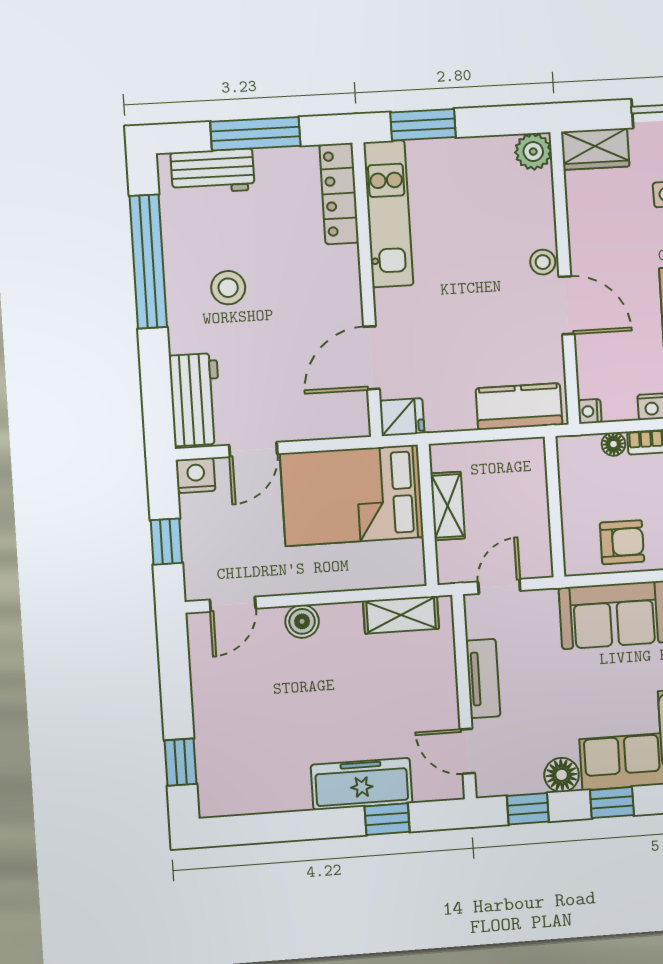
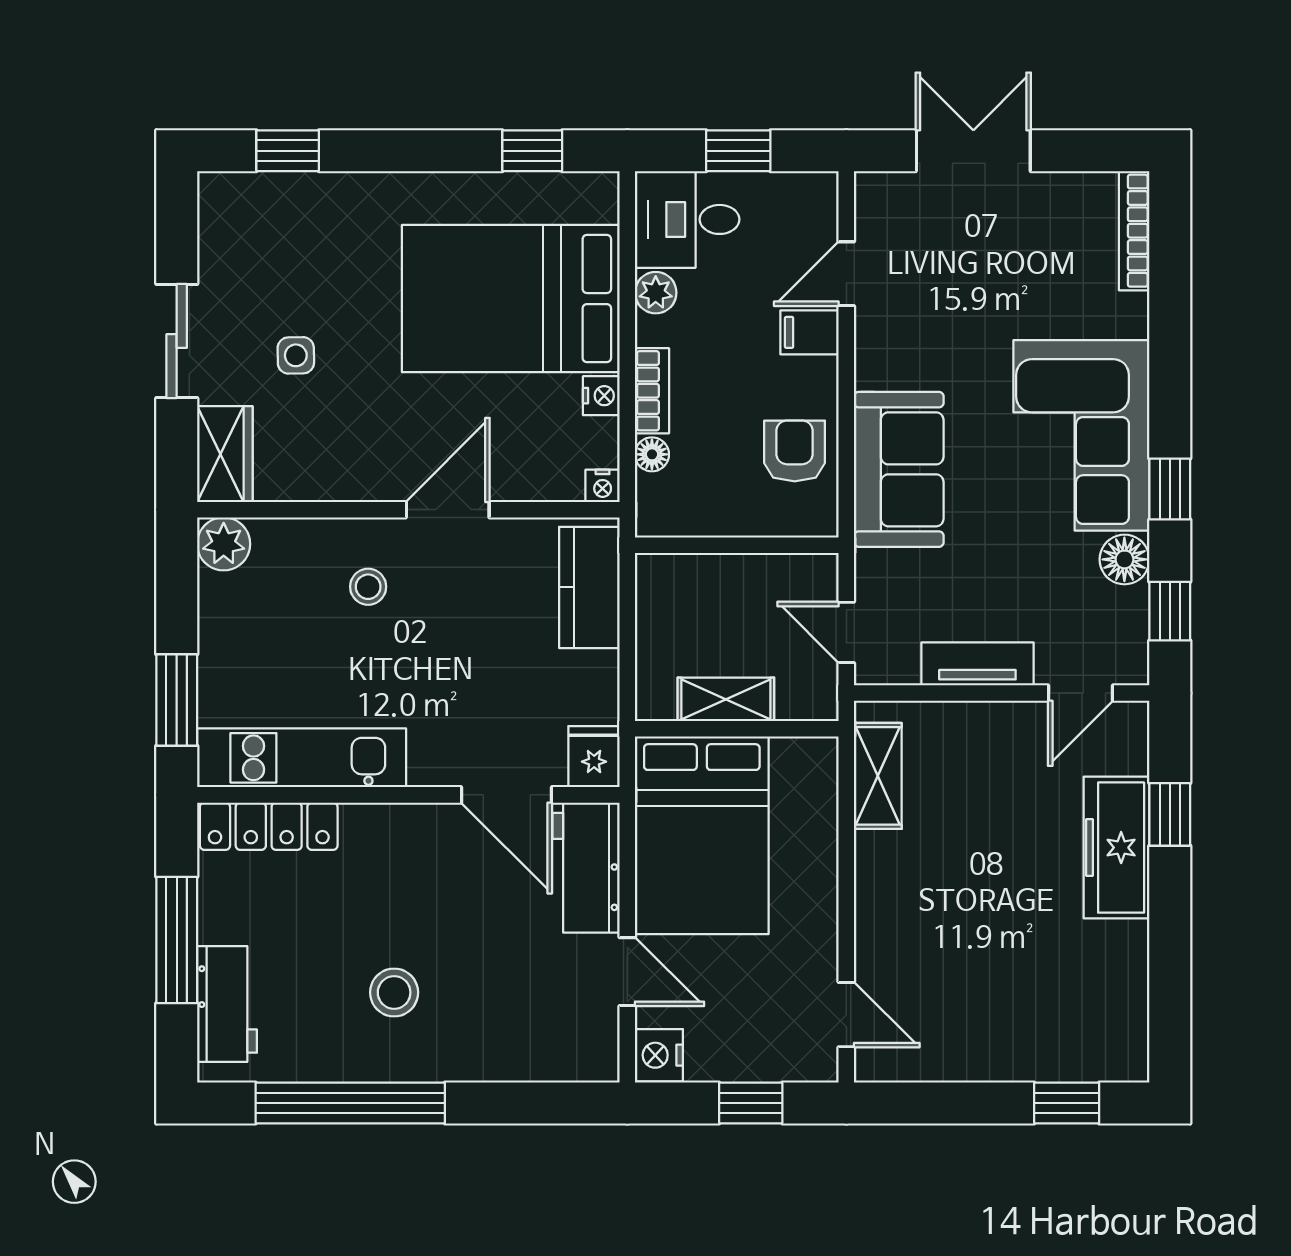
stool: (543, 262) -> (368, 587), moved
workbench: (195, 400) -> (586, 868), moved, turned -90
boiler: (302, 621) -> (878, 918), removed

